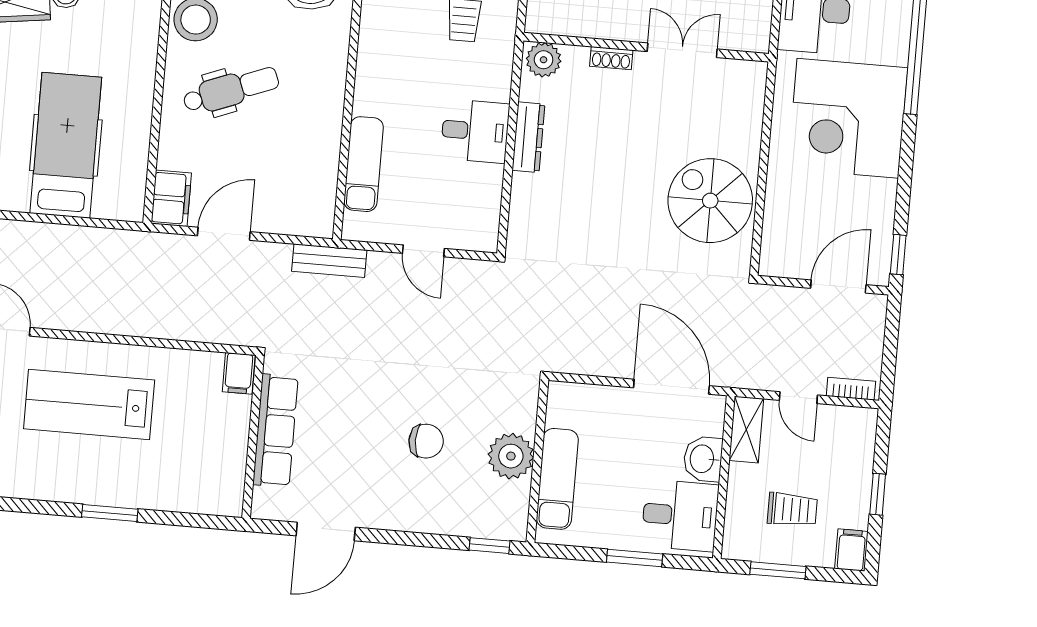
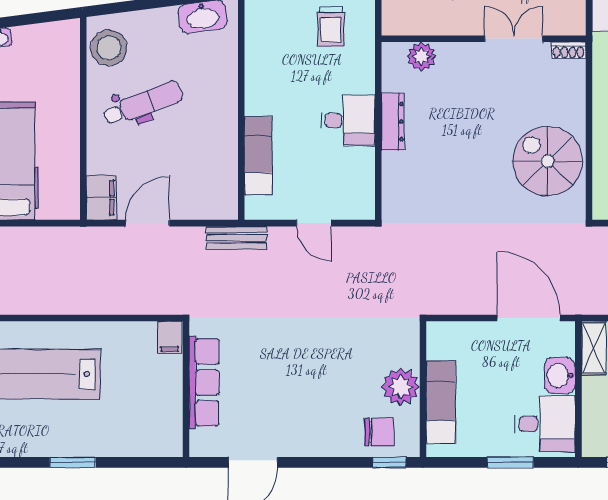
shoe rack: (611, 58) -> (568, 50), moved
plant: (544, 60) -> (421, 56), moved
chair: (426, 441) -> (379, 432), moved

